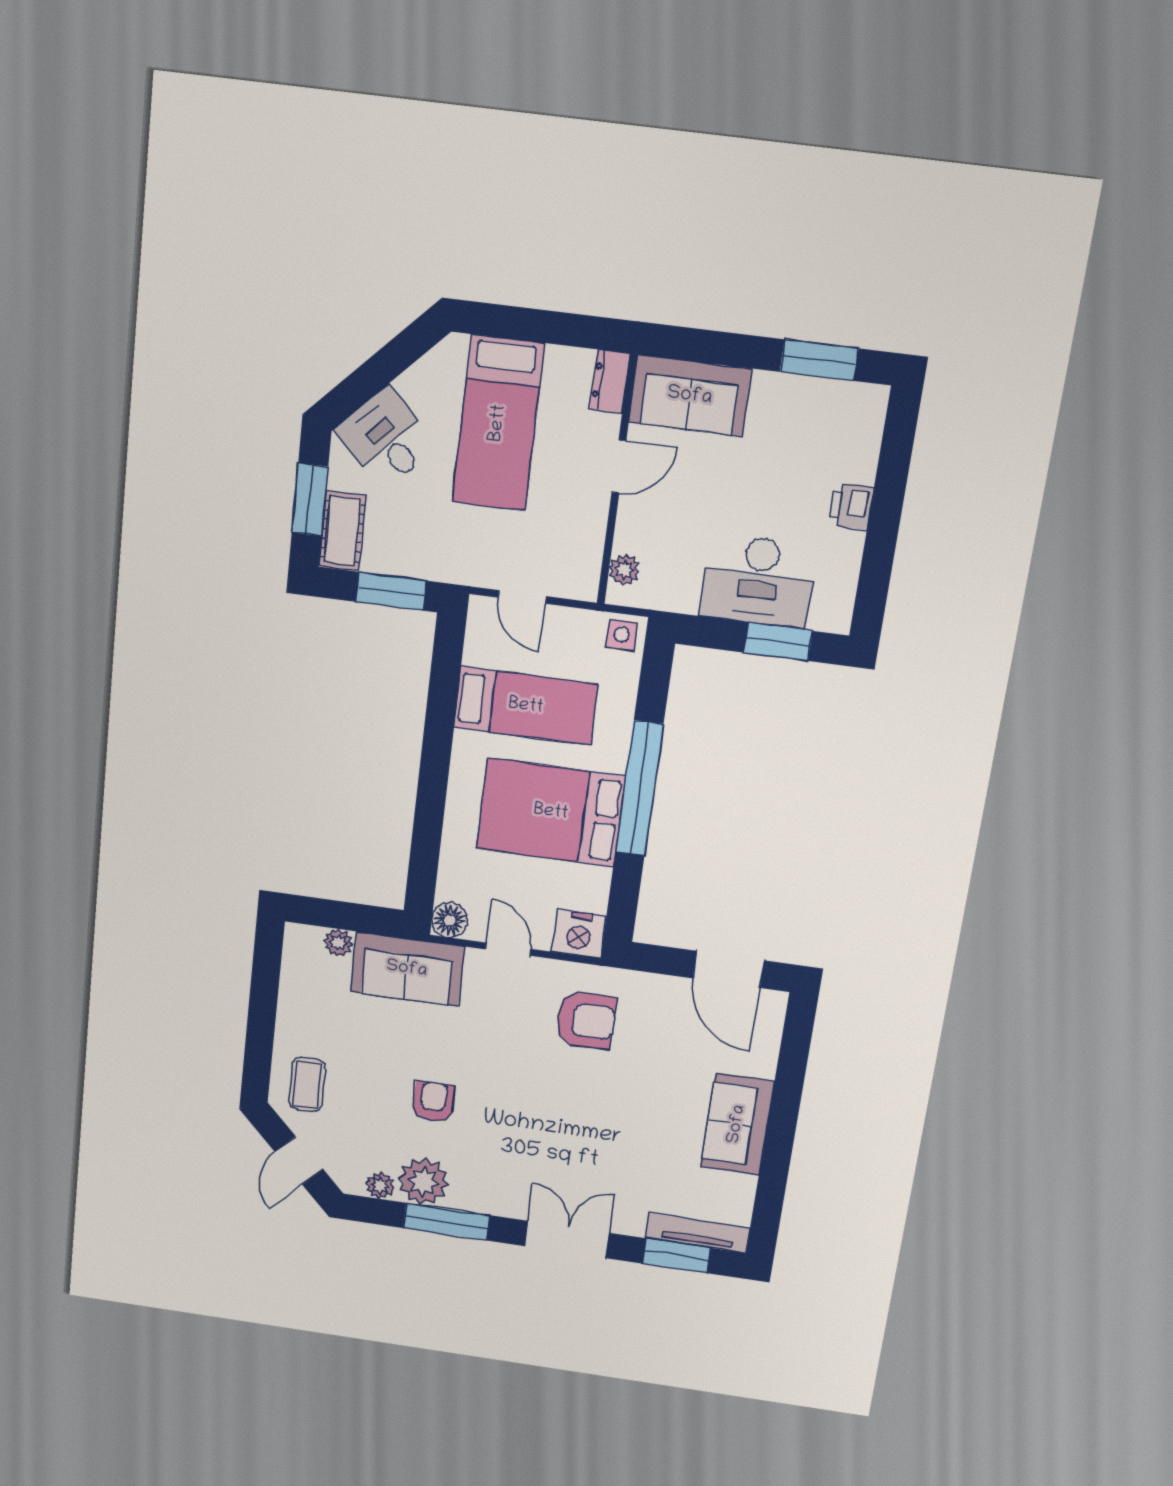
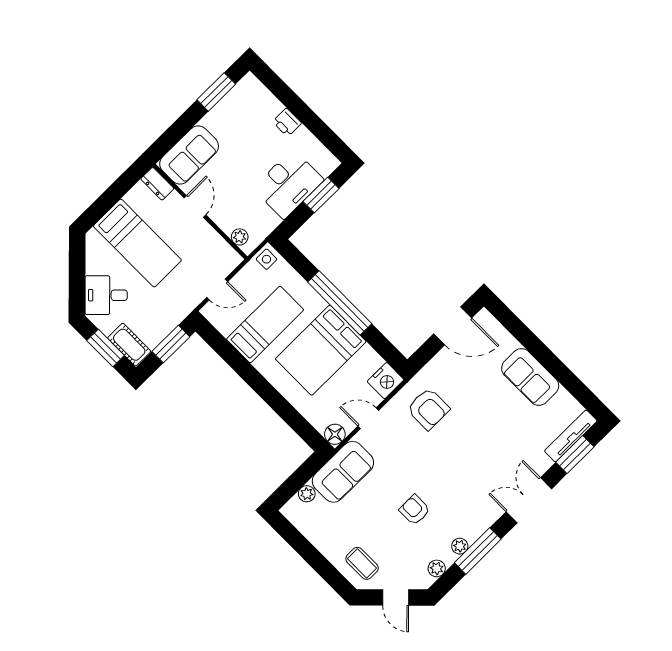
armchair: (586, 1020) -> (428, 409), turned 90
plant: (423, 1182) -> (460, 546), width x0.53, depth x0.53

